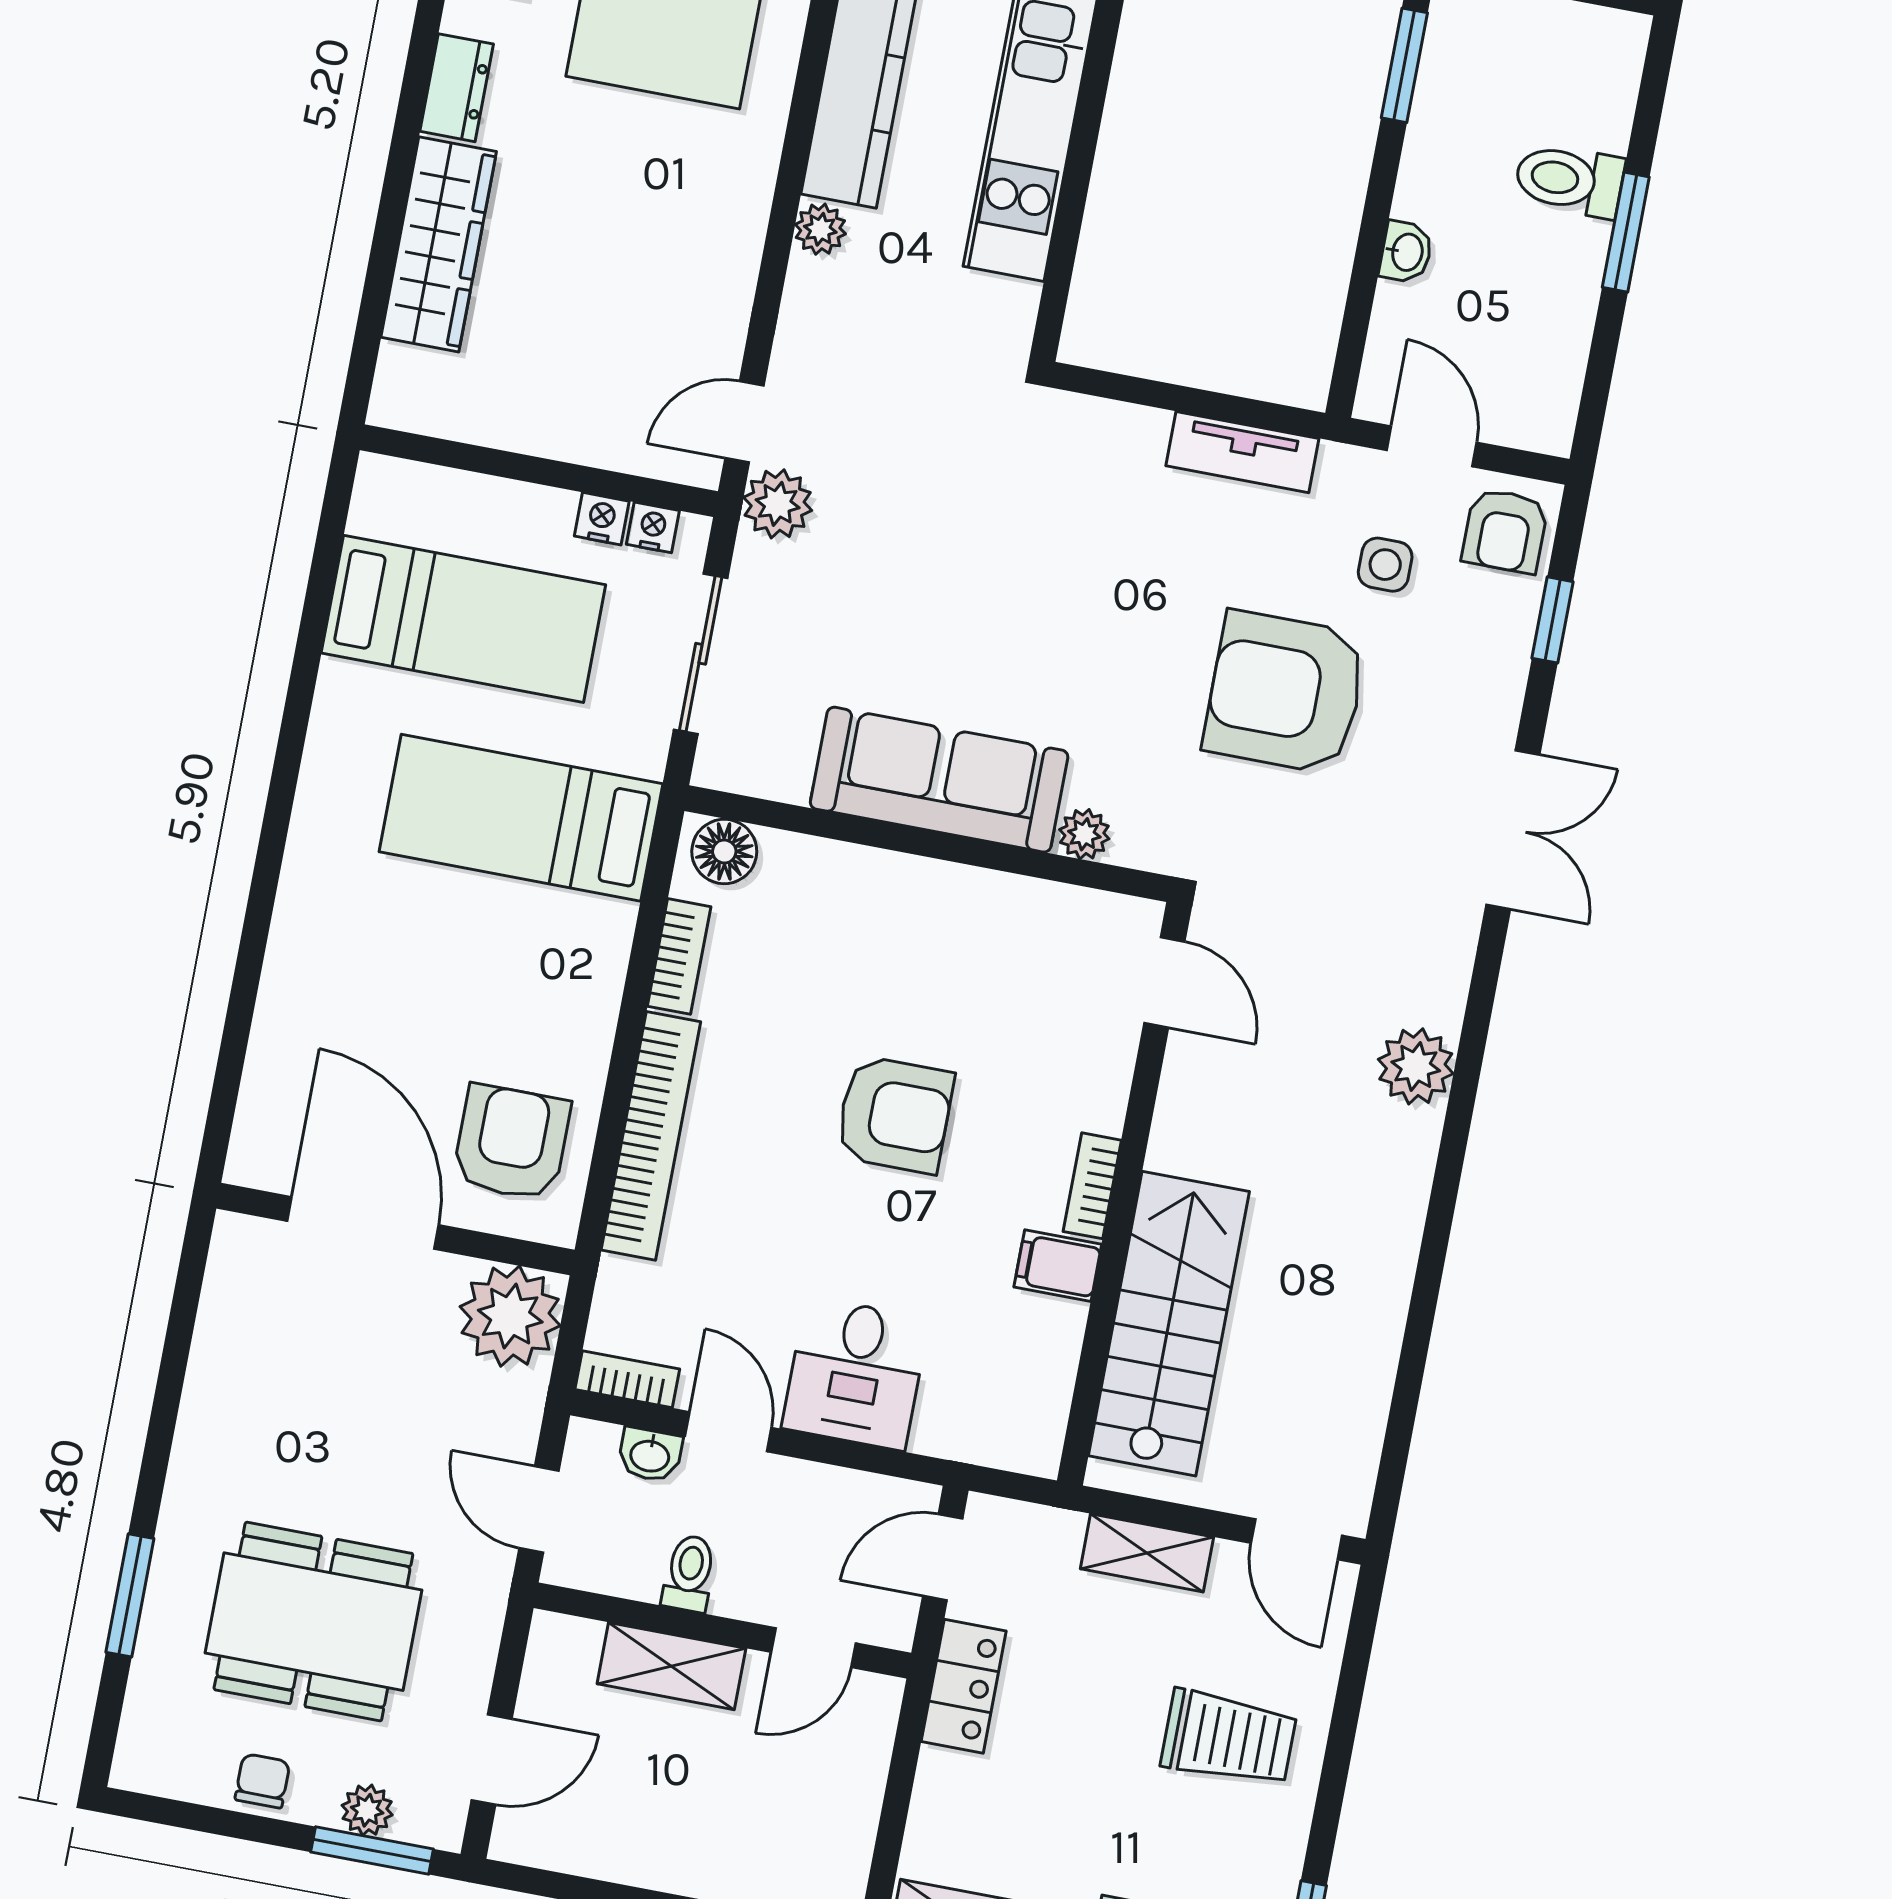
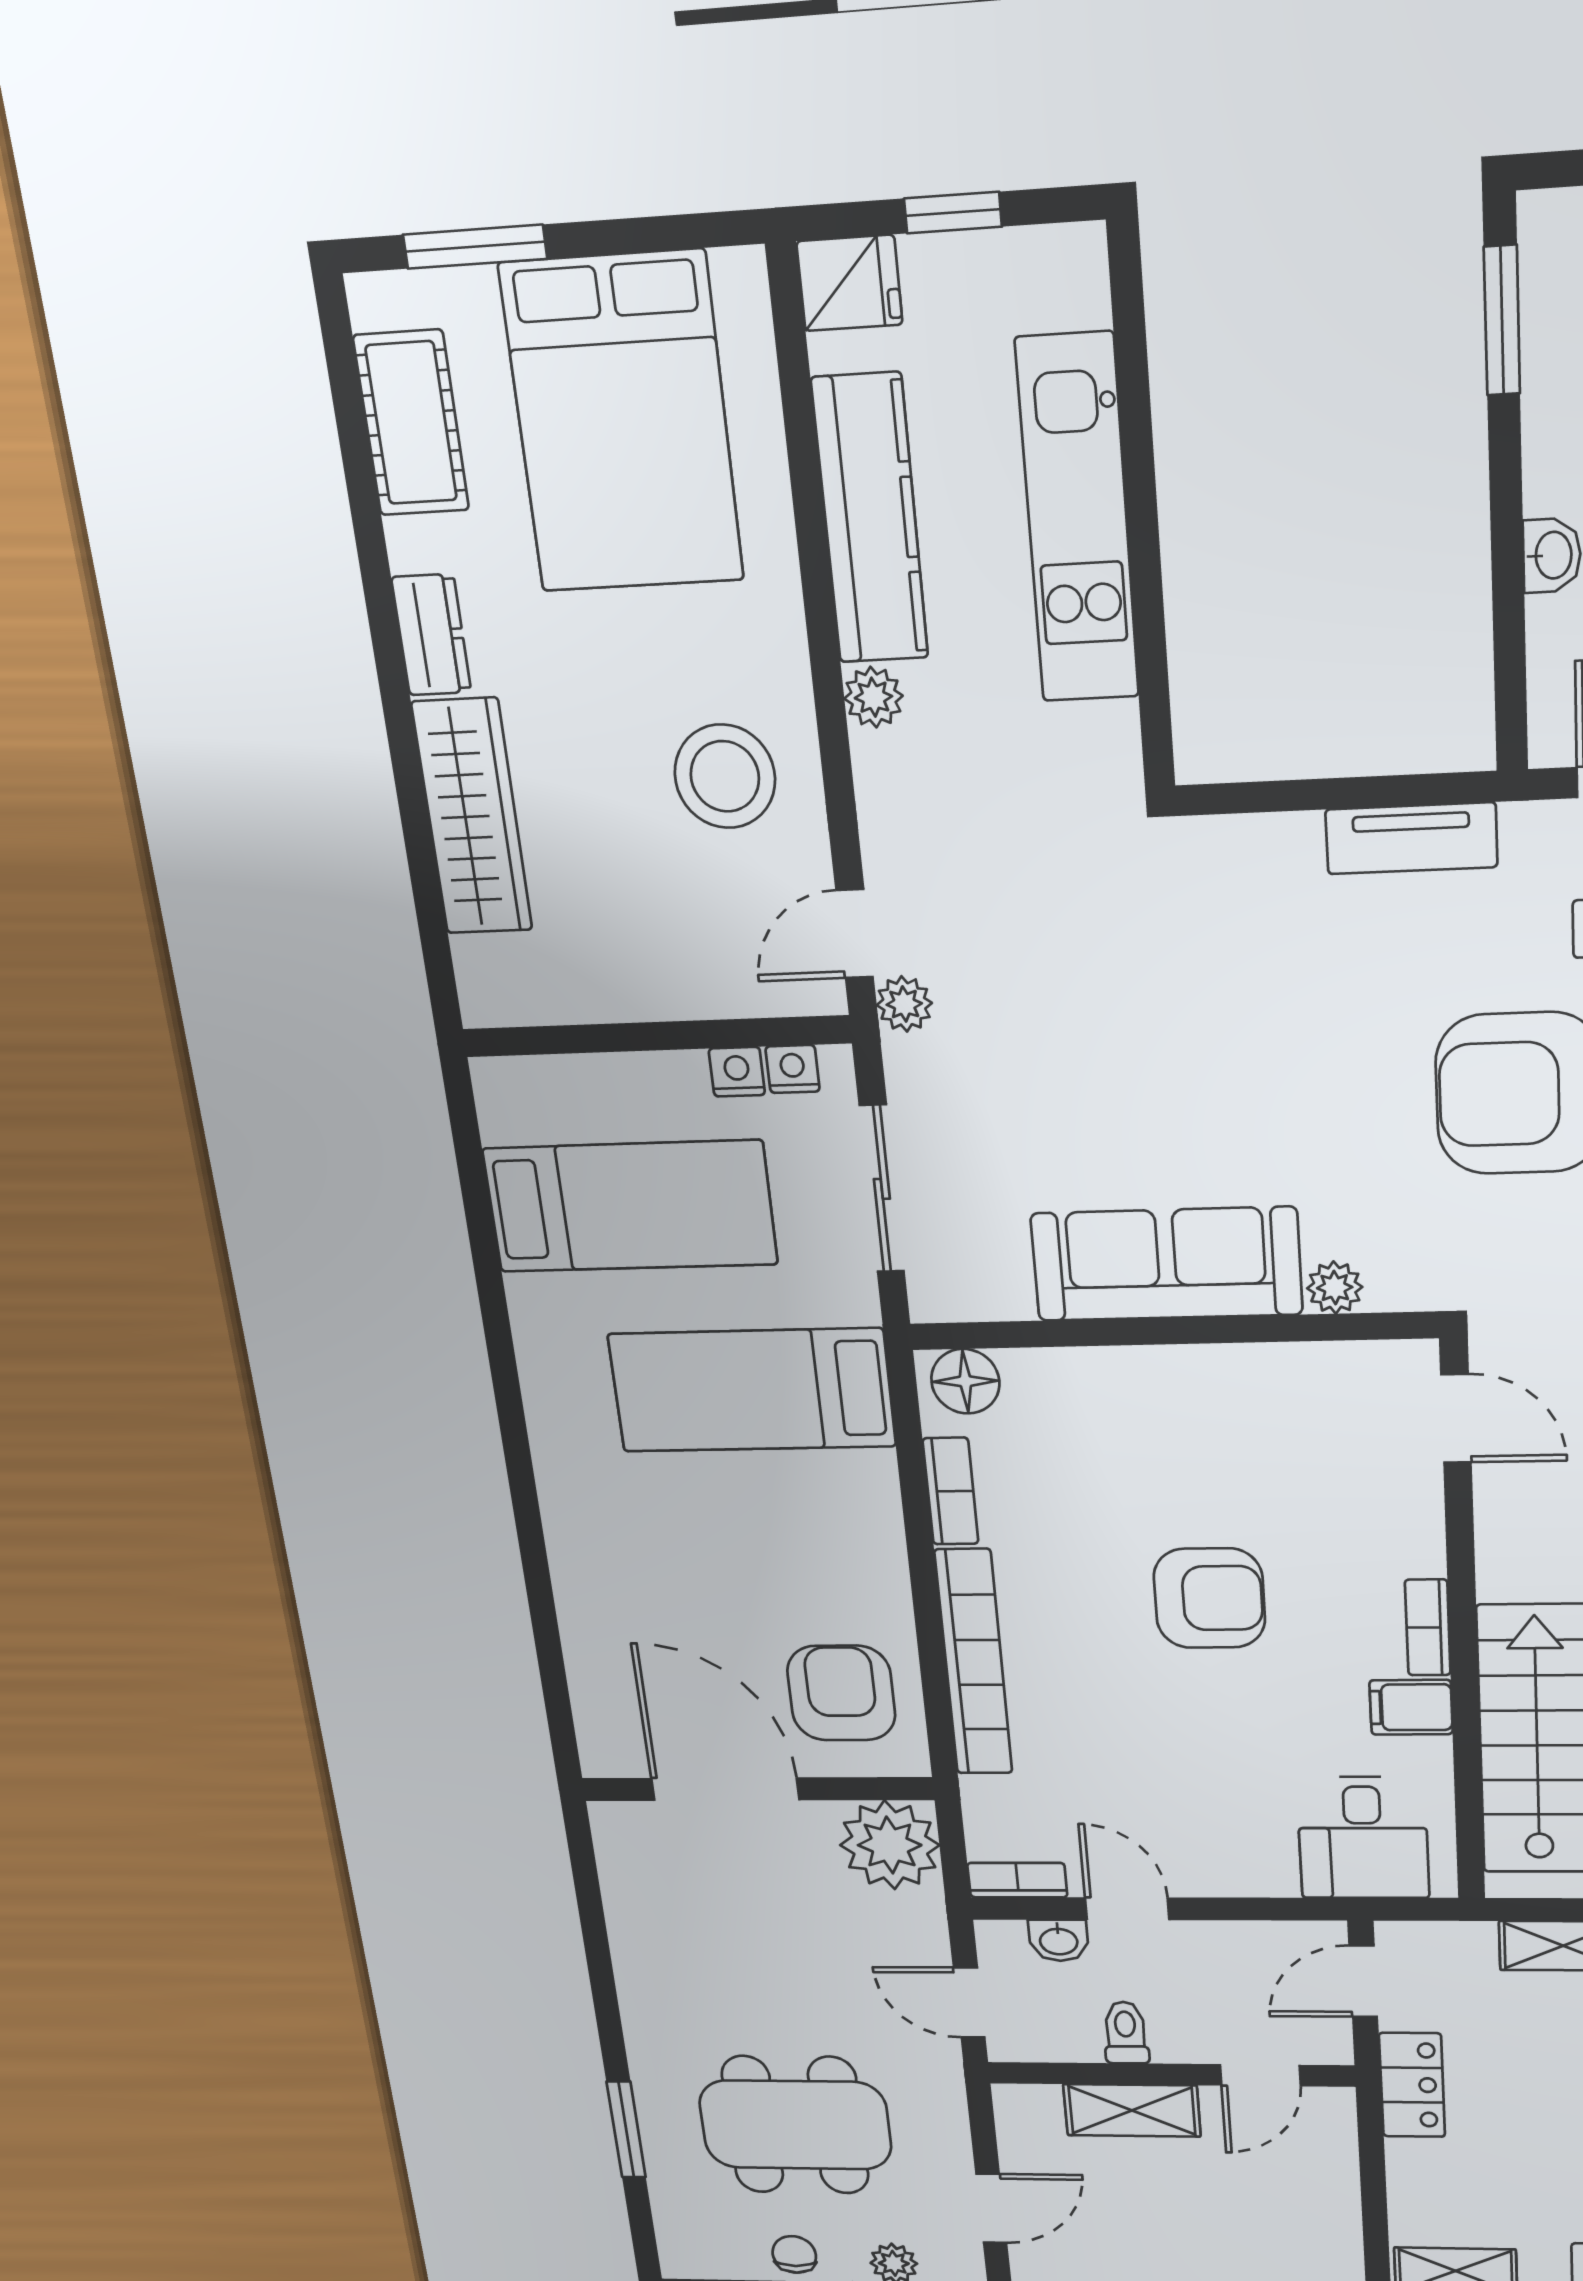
stool: (672, 263) -> (725, 776), added
plant: (778, 504) -> (904, 1004), width x0.73, depth x0.73
desk: (855, 1373) -> (1363, 1838), moved

